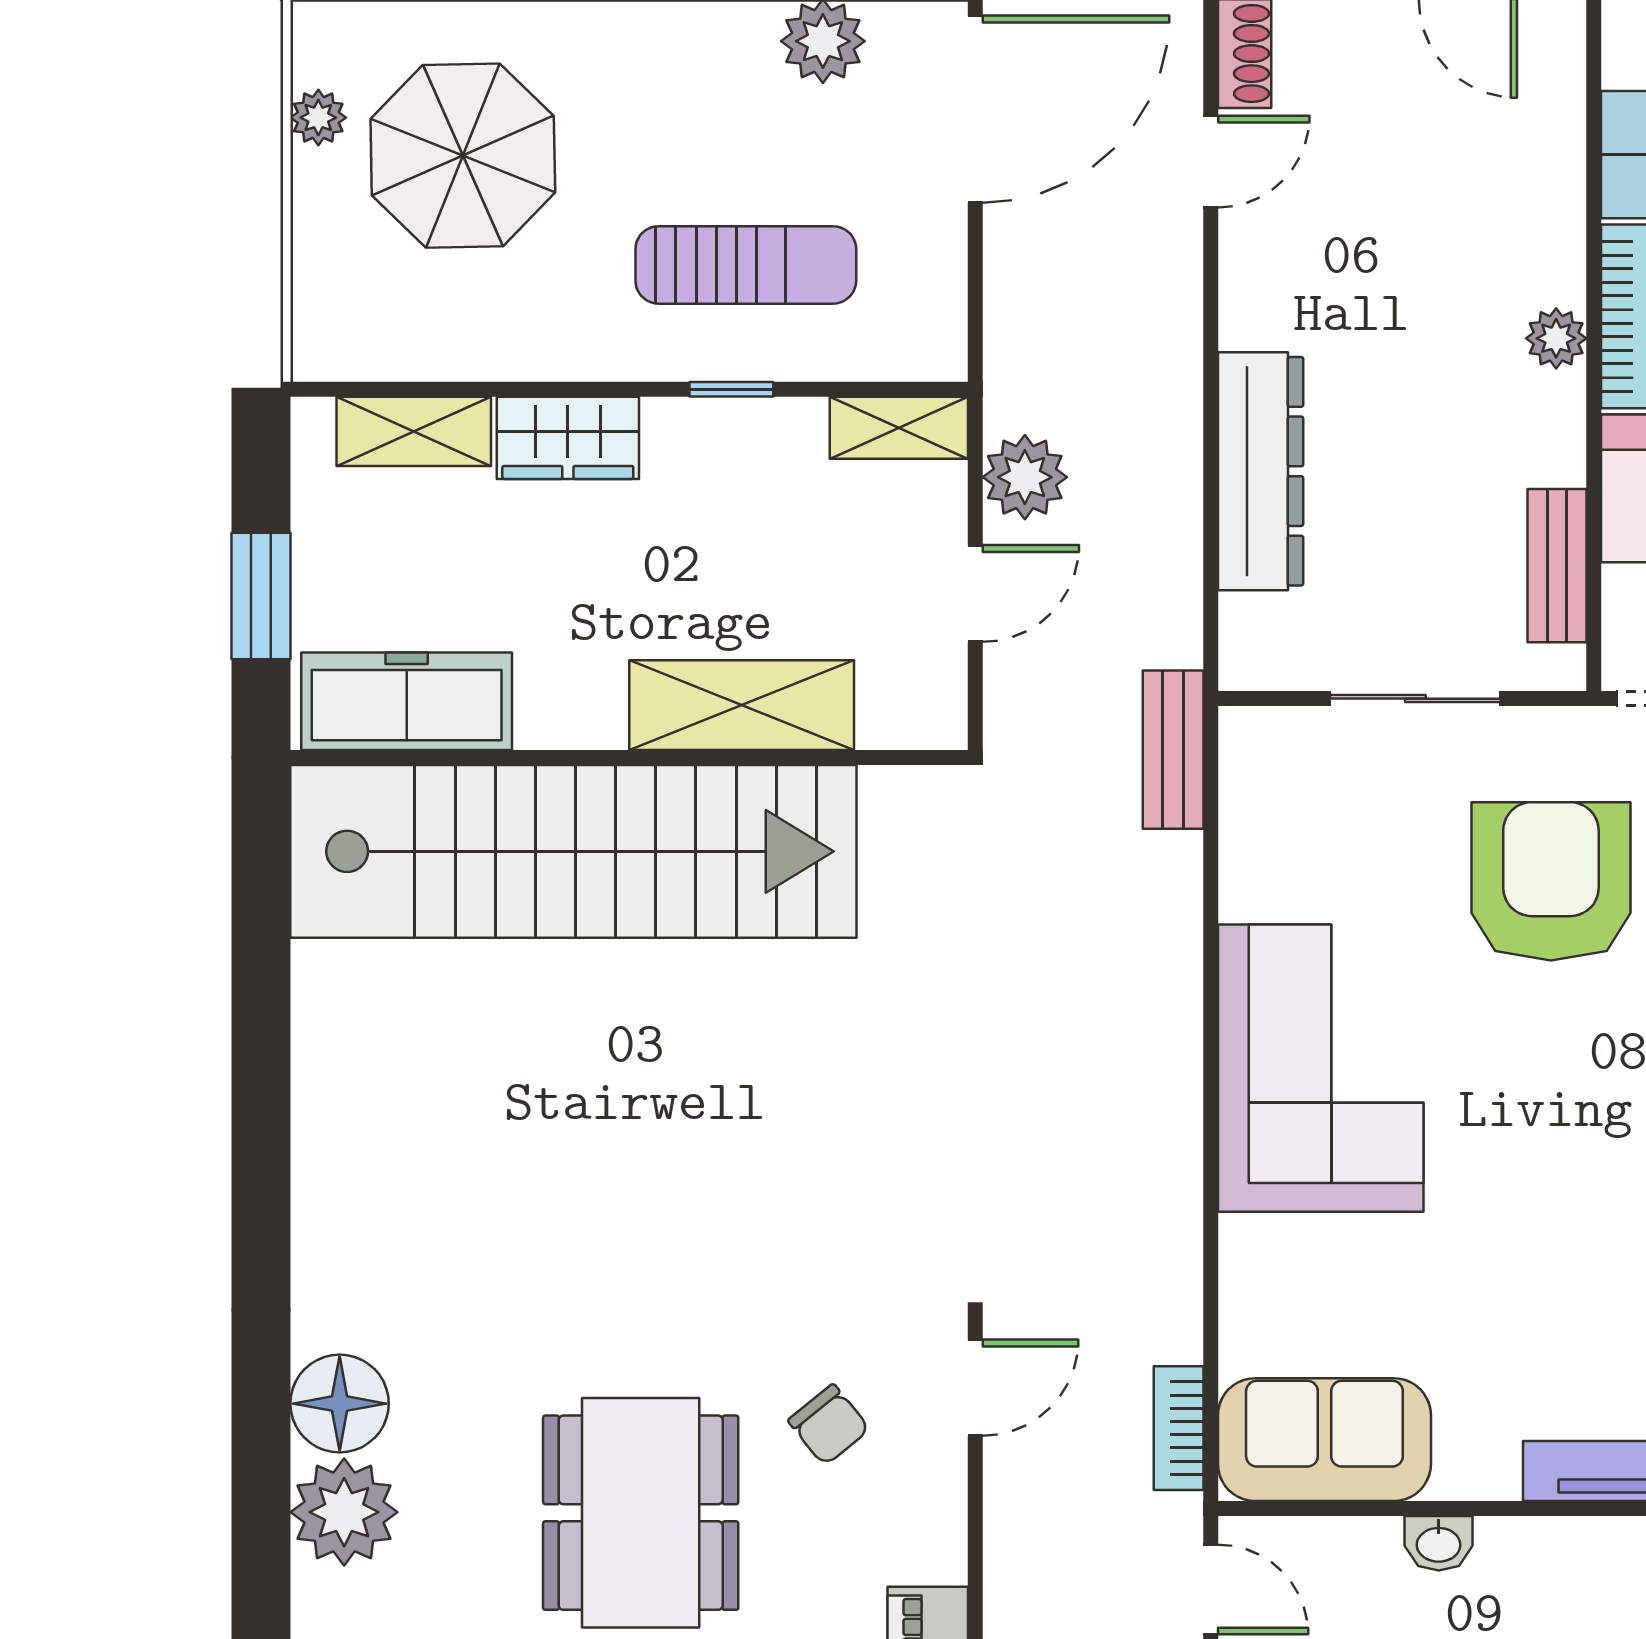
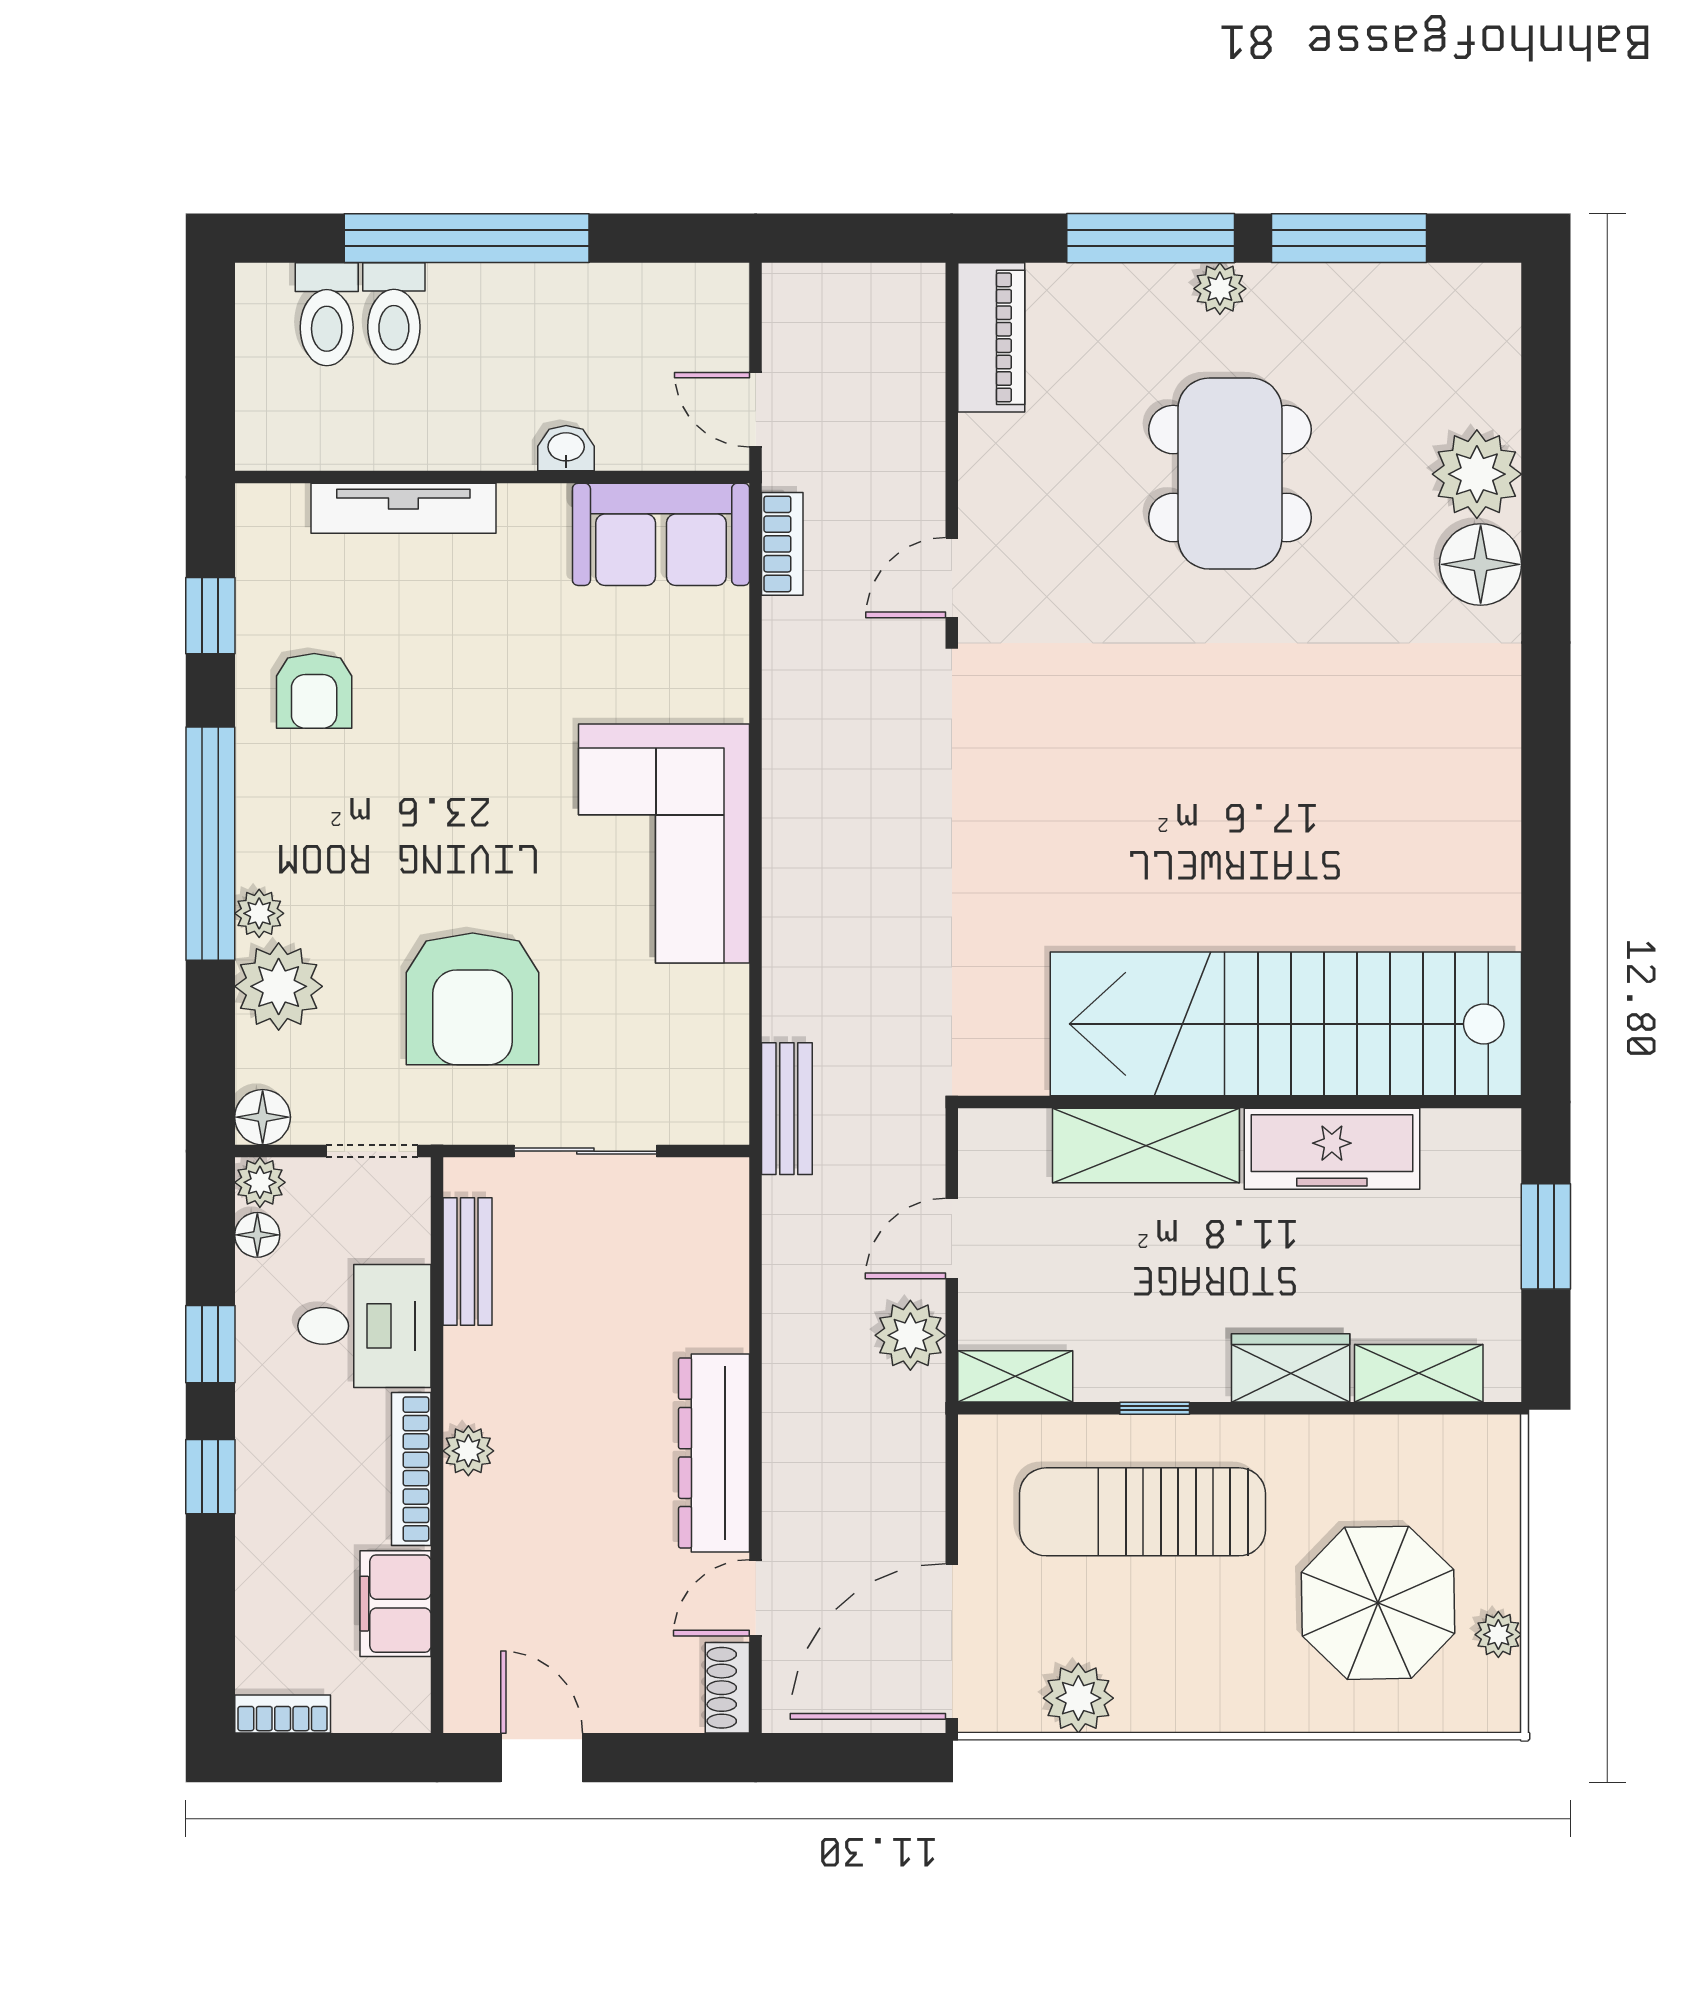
sun lounger: (746, 265) -> (1143, 1512), width x1.36, depth x1.34
dresser: (1261, 471) -> (714, 1453), moved
freezer: (407, 701) -> (1332, 1149), moved
chair: (829, 1425) -> (1073, 547), removed

